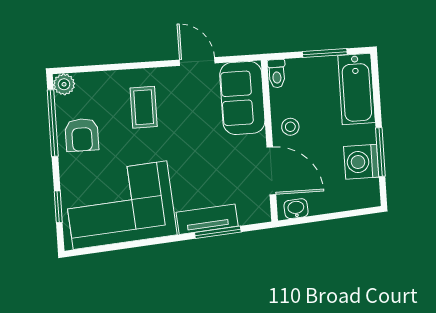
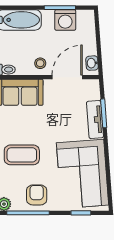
coffee table: (144, 107) -> (22, 155), width x1.36, depth x1.30
armchair: (82, 135) -> (37, 195), turned -90

